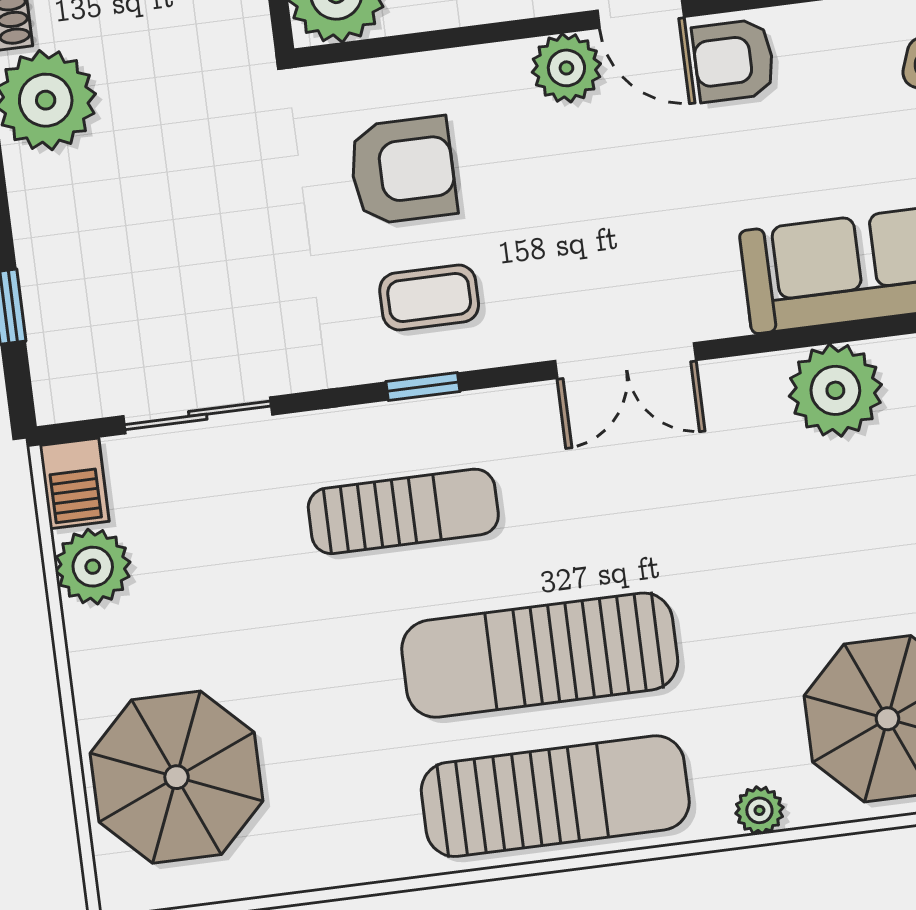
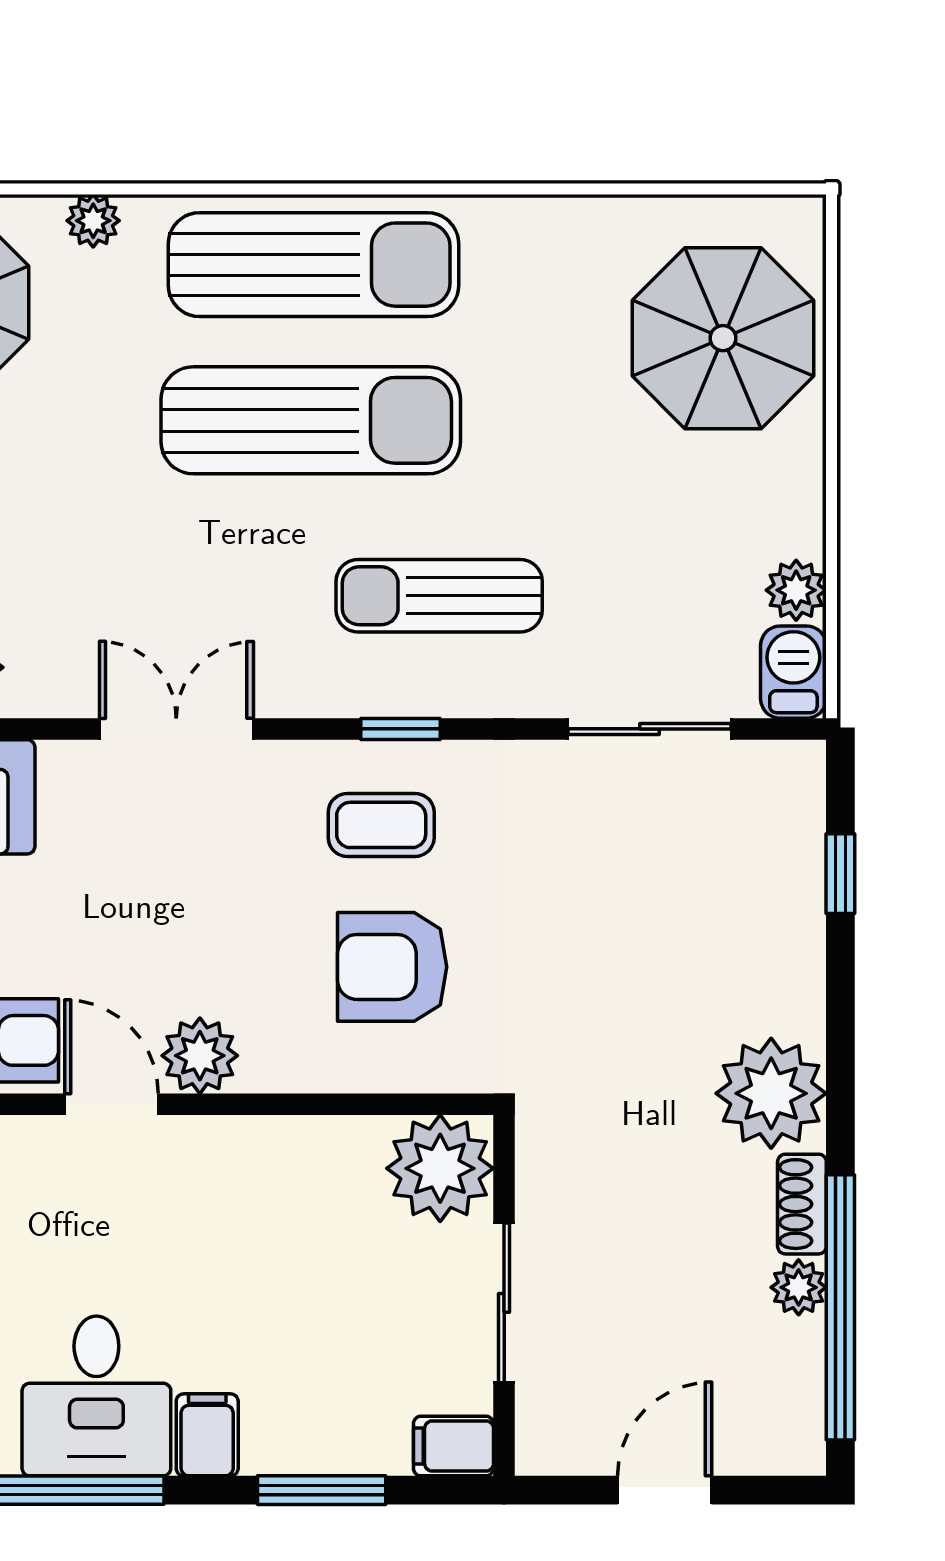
plant: (93, 567) -> (796, 590), width x0.73, depth x0.73
sun lounger: (555, 796) -> (314, 265), turned 180

